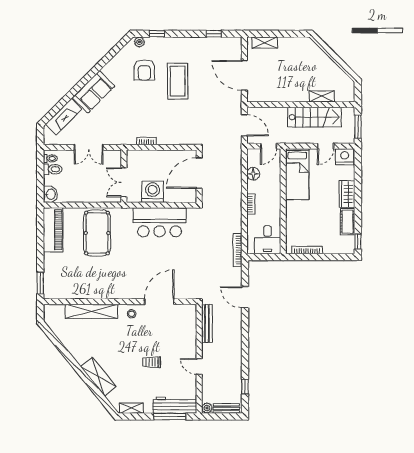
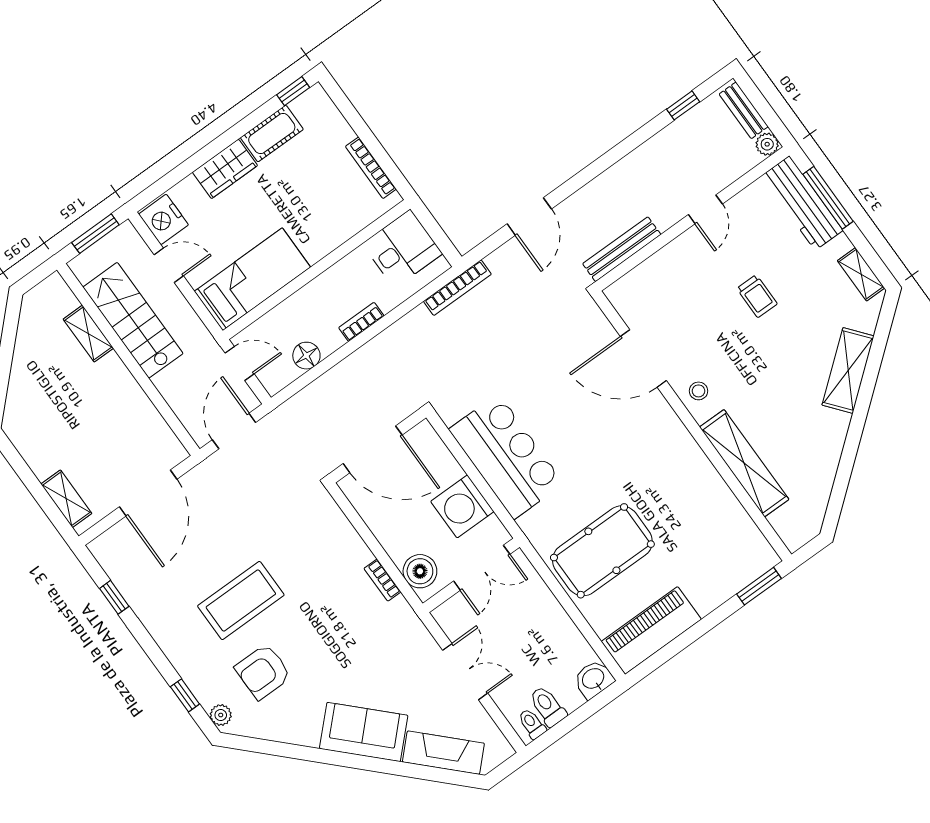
armchair: (144, 70) -> (263, 672), turned 180
boiler: (139, 158) -> (420, 571), added

